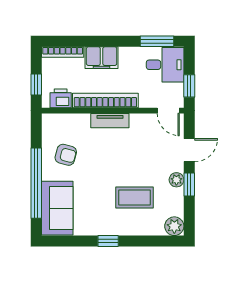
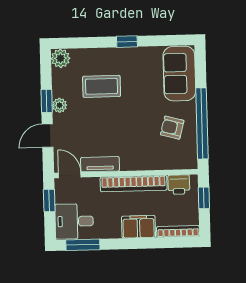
tv unit: (110, 121) -> (100, 164), moved
window: (36, 183) -> (202, 123), moved

